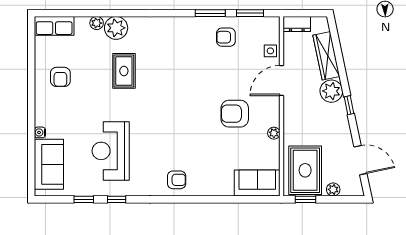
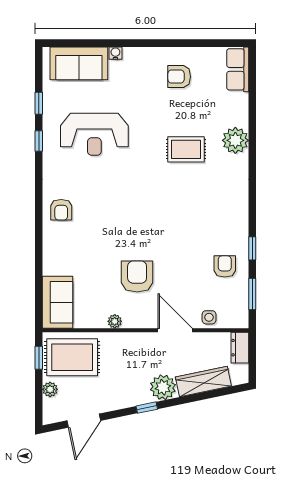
window: (210, 13) -> (252, 248), width x0.67
plant: (97, 23) -> (241, 118), removed
reception desk: (111, 151) -> (94, 134), turned 180

